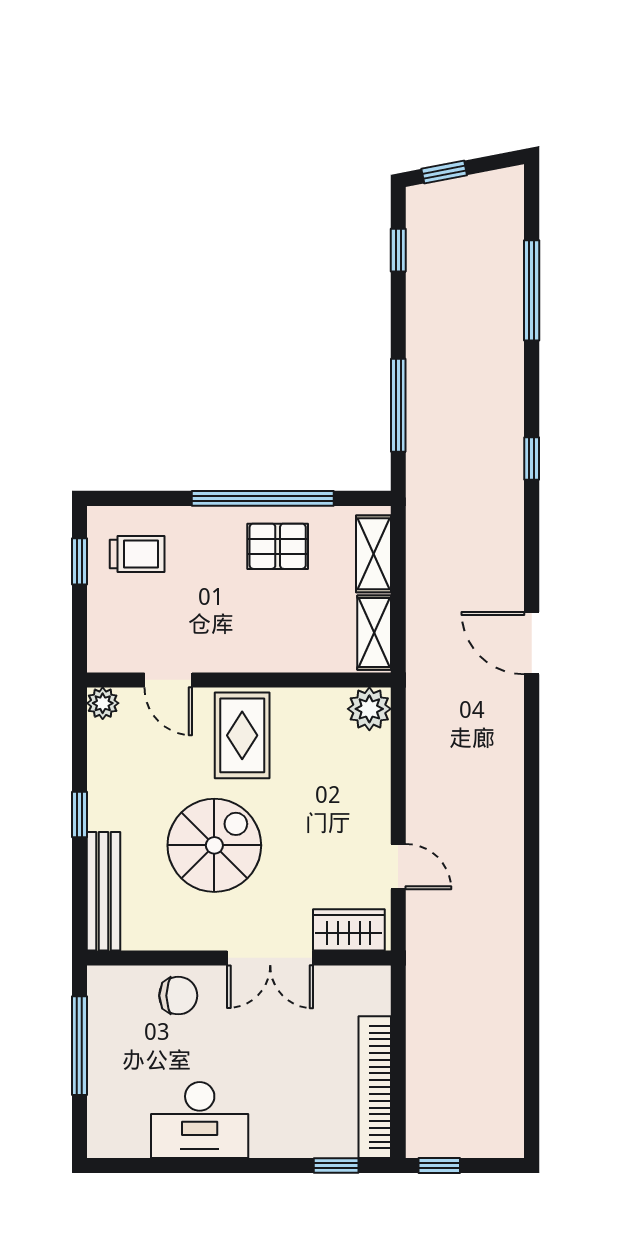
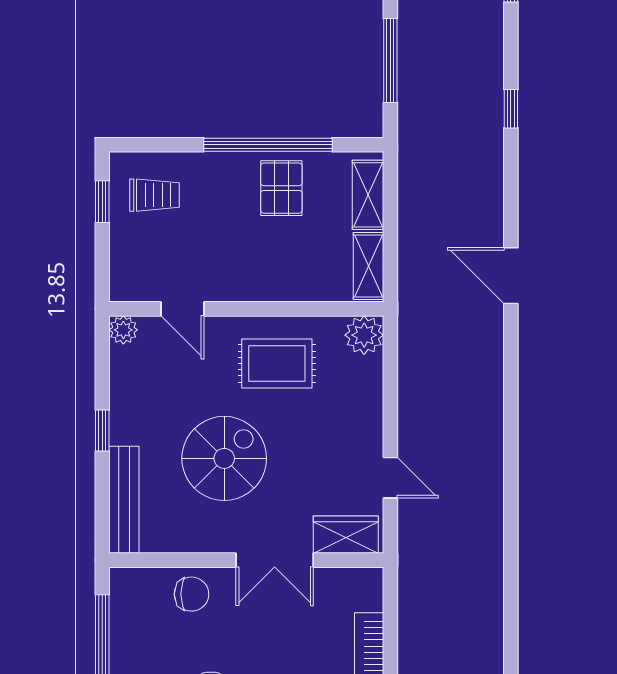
pallet: (278, 546) -> (281, 188), turned 90
rug: (242, 735) -> (277, 364), moved, turned 90

